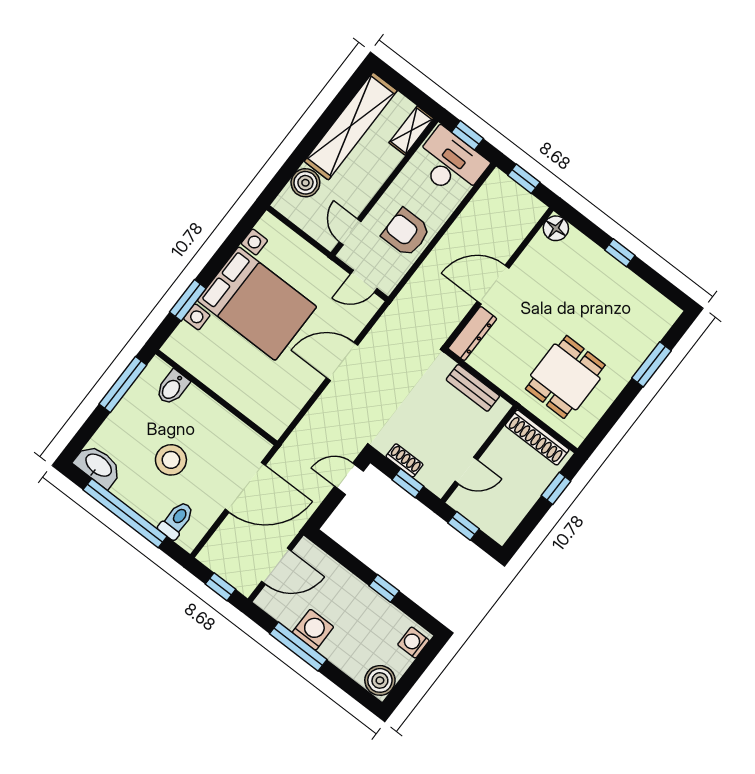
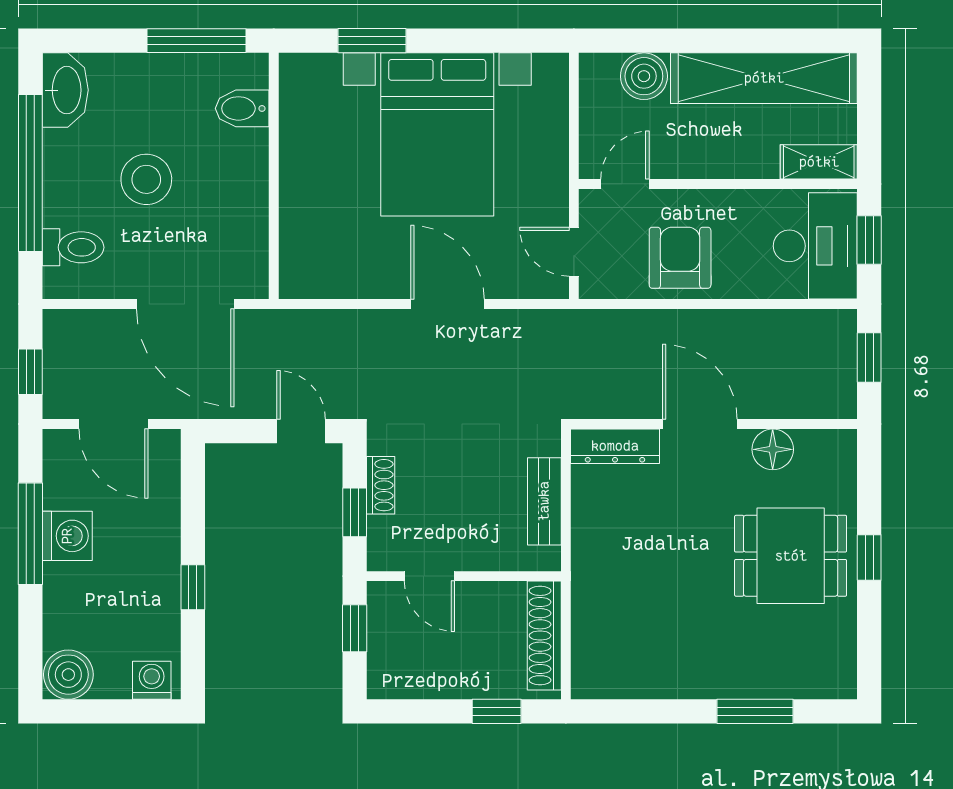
floor lamp: (556, 228) -> (773, 449), moved
dining table: (565, 377) -> (791, 556), moved

